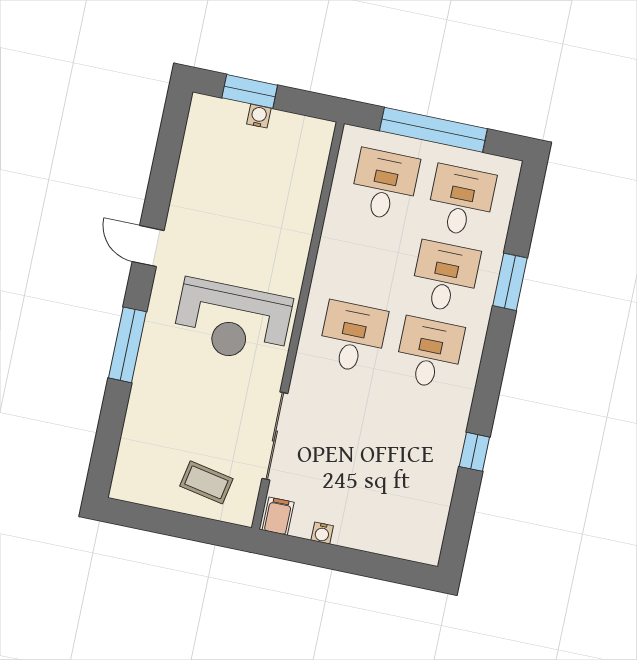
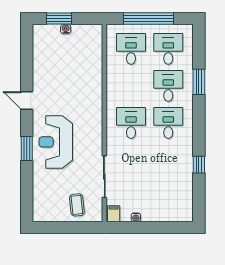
reception desk: (232, 321) -> (56, 142), moved, turned 90
window: (127, 345) -> (27, 148), width x0.69
coffee table: (206, 482) -> (77, 205), turned 73

